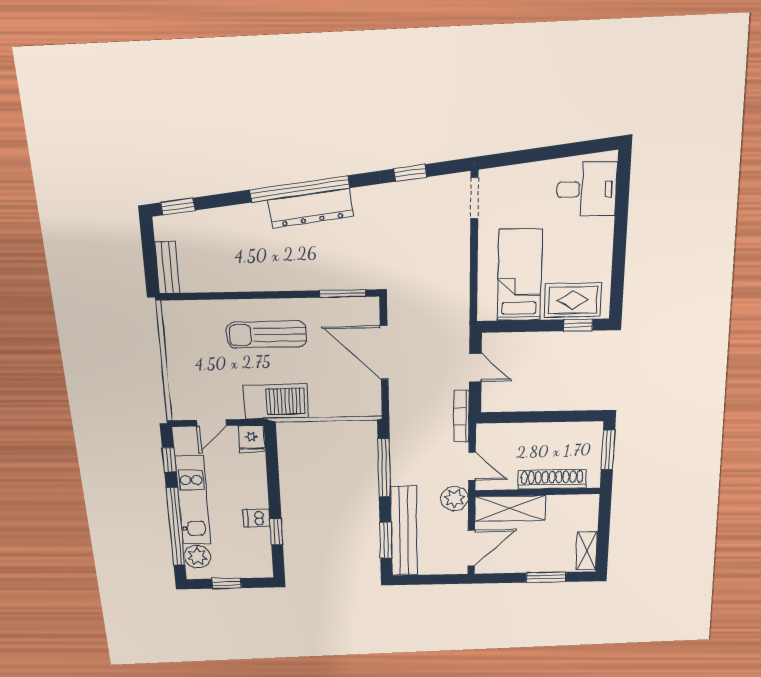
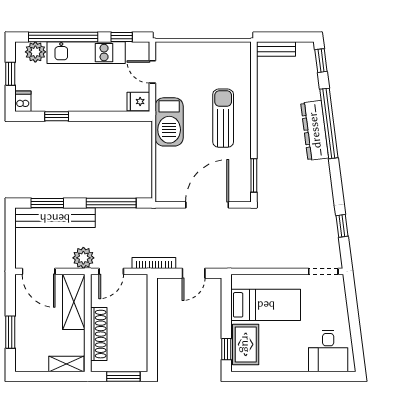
window: (300, 189) -> (329, 123), moved
dresser: (311, 208) -> (315, 130), moved
dishwasher: (257, 518) -> (23, 101), moved
shelving: (587, 551) -> (66, 364), moved

